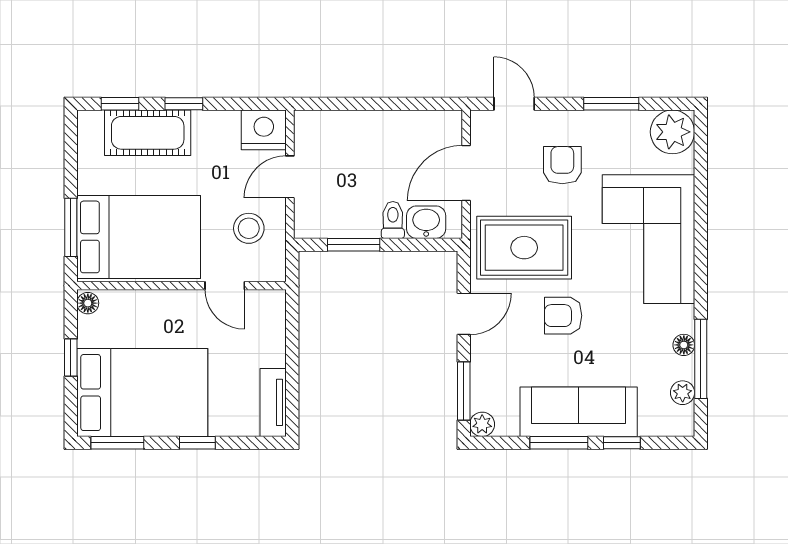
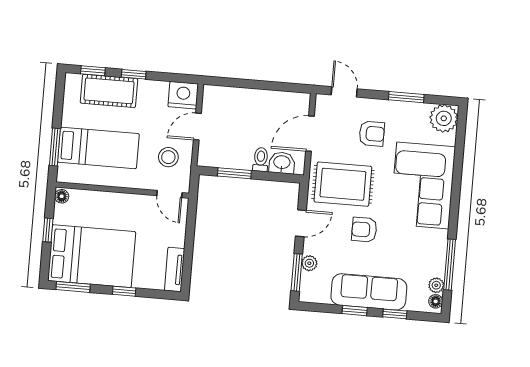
armchair: (562, 165) -> (372, 134), turned 90
bed: (139, 237) -> (98, 148), width x0.67
door: (225, 286) -> (169, 194), moved
floor lamp: (684, 345) -> (436, 301), moved
plant: (482, 424) -> (309, 263), moved
window: (559, 443) -> (355, 311), width x0.67

